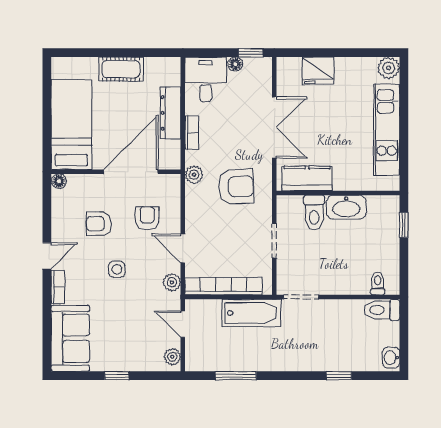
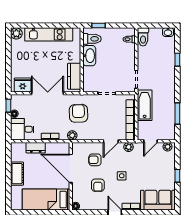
fridge: (318, 71) -> (23, 85), moved, turned -90
dresser: (170, 113) -> (36, 148), width x0.70
toilet: (314, 212) -> (92, 39), moved

